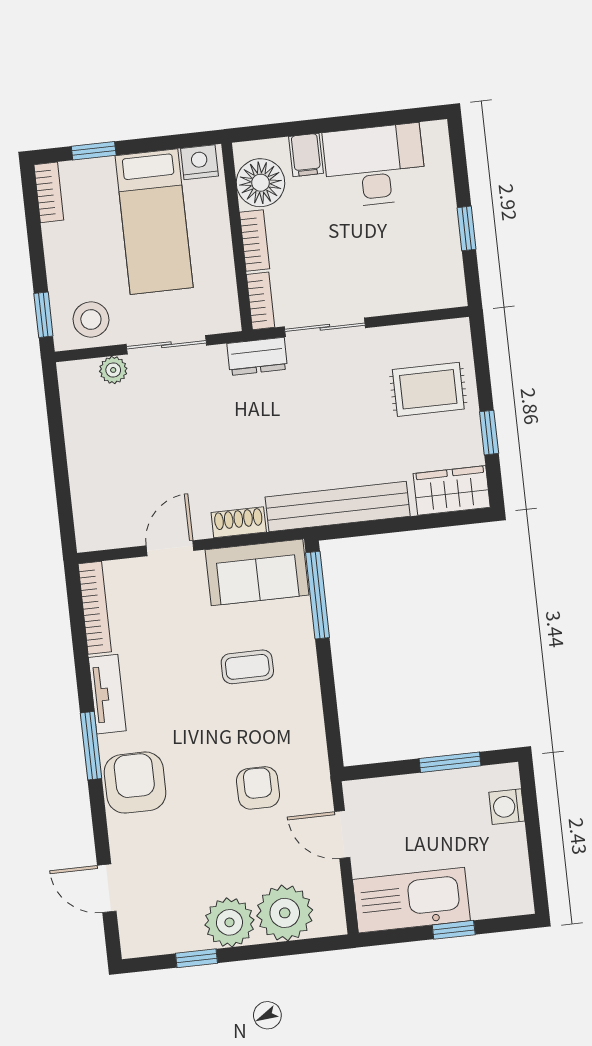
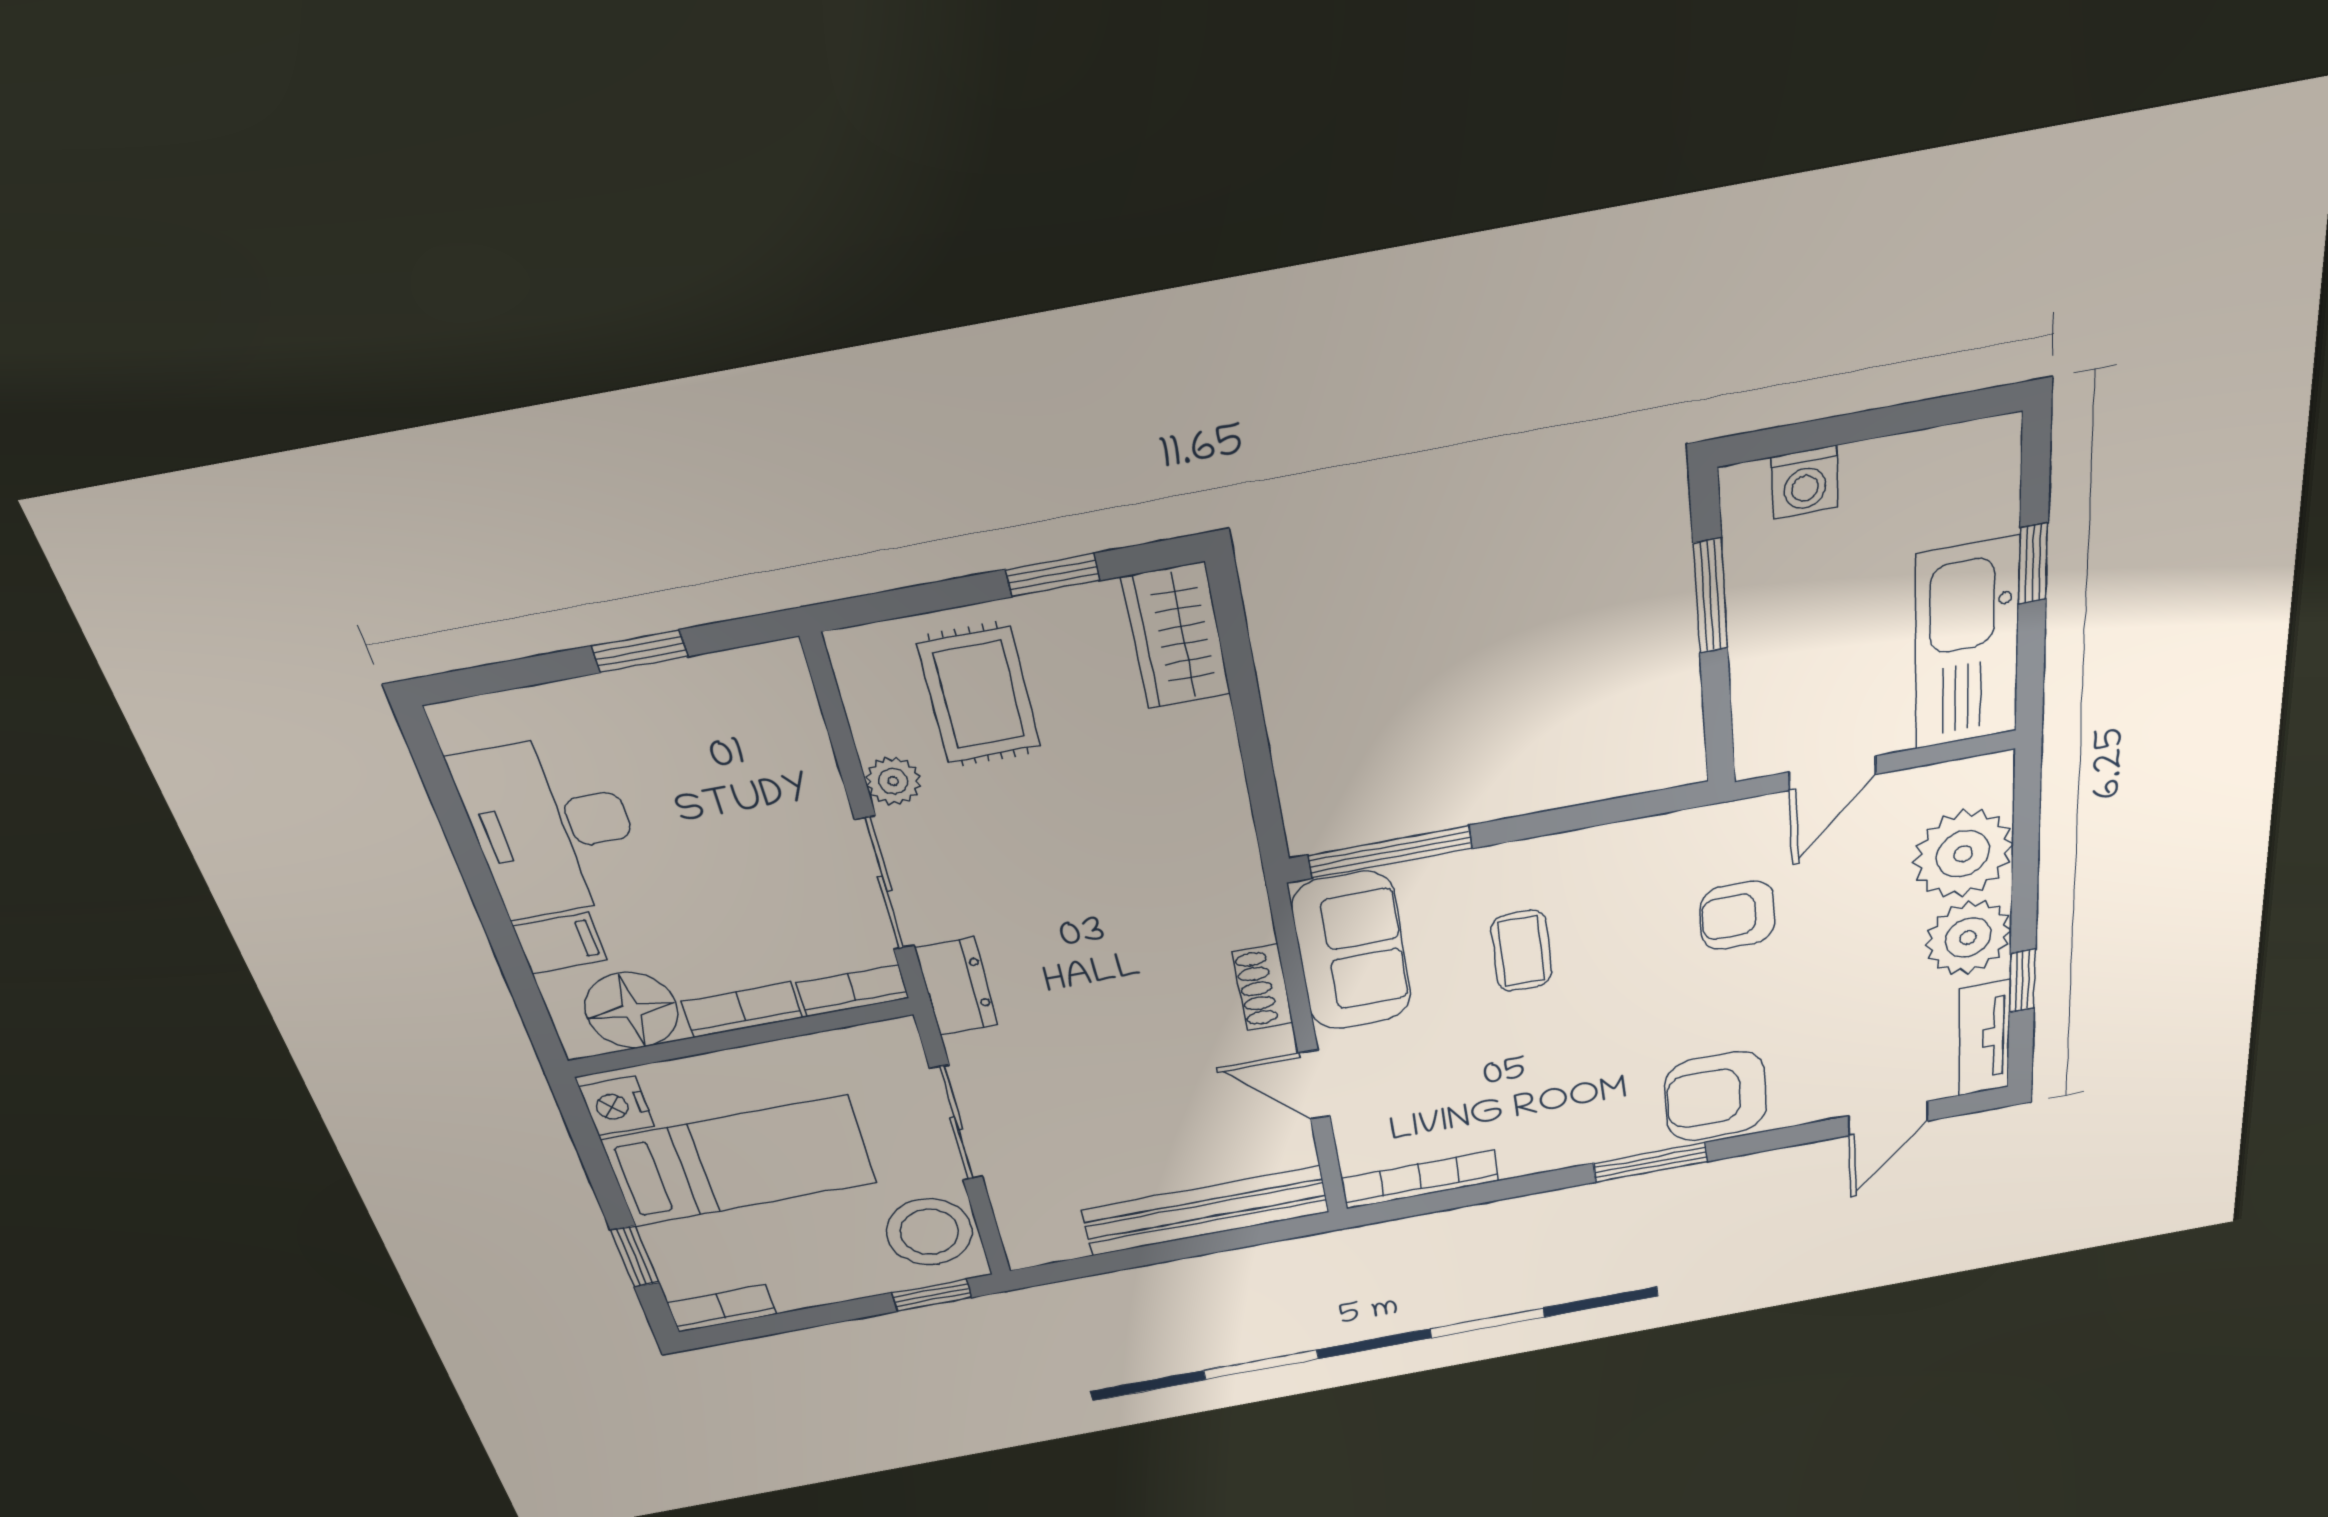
stool: (91, 320) -> (929, 1232), width x1.38, depth x1.38
plant: (113, 370) -> (893, 781), moved
bench: (338, 507) -> (1206, 1211), moved, turned 90
tv unit: (107, 694) -> (1984, 1038), moved, turned -90

